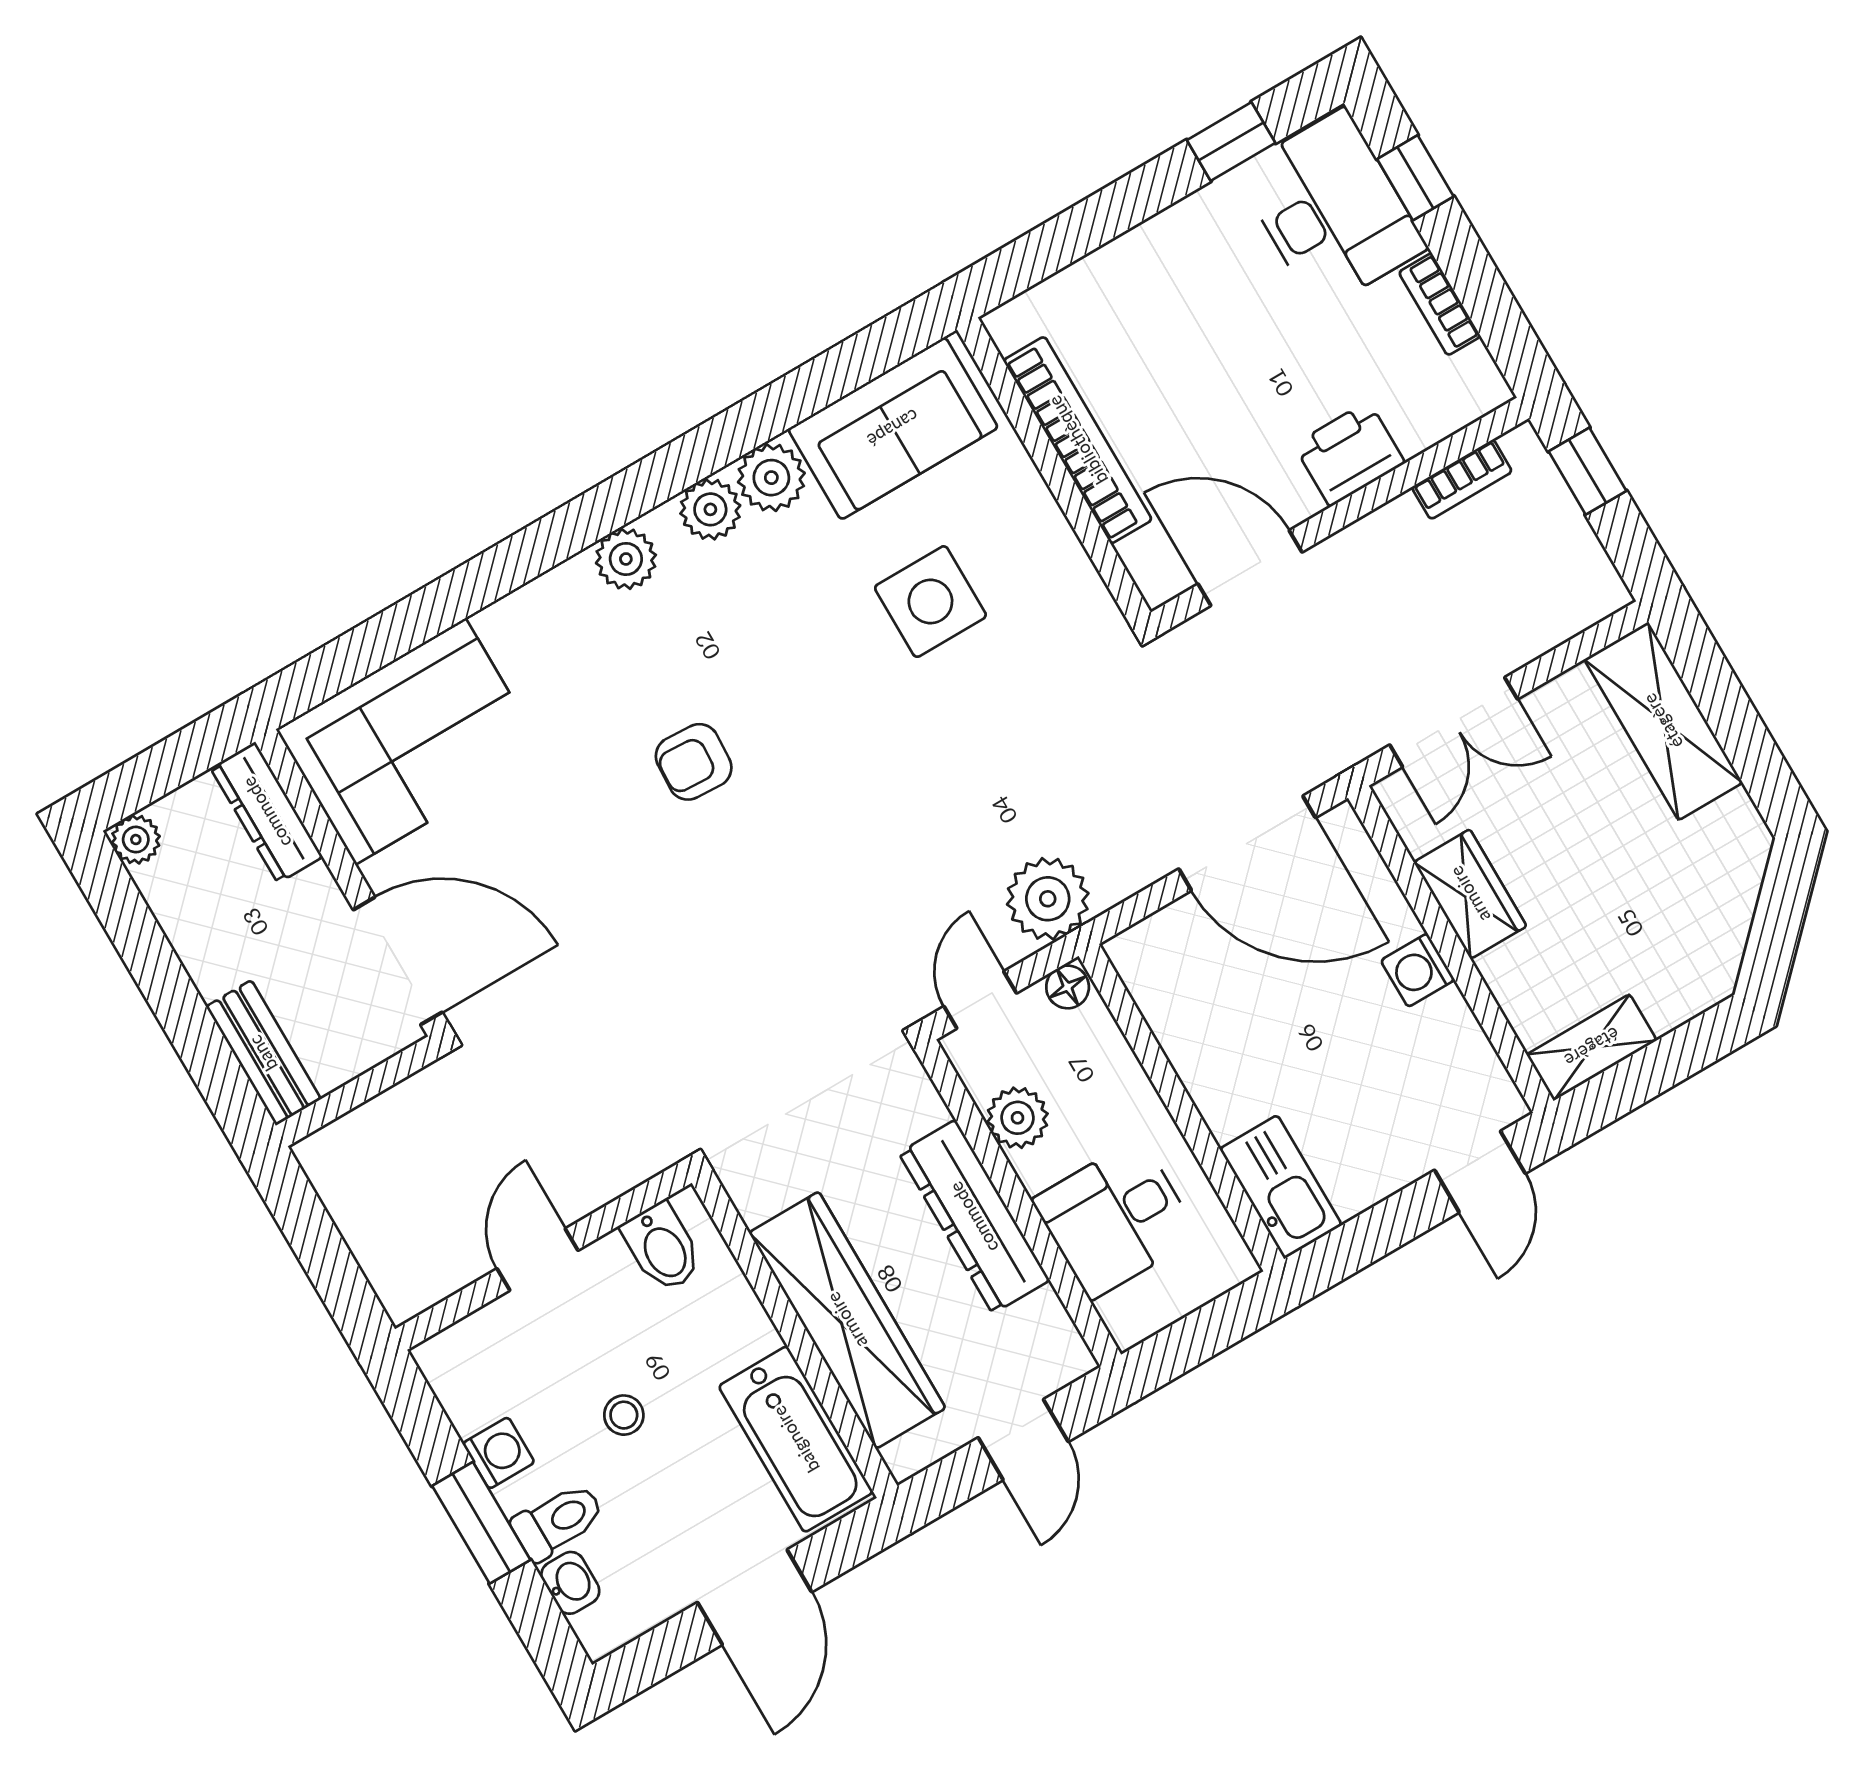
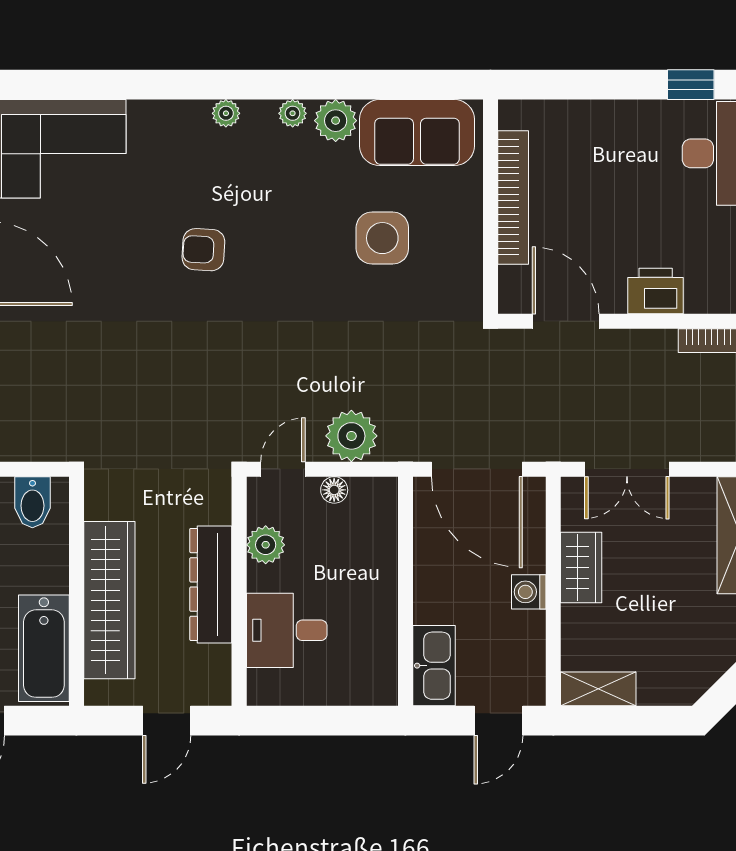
plant: (710, 509) -> (293, 113), width x0.73, depth x0.73
plant: (626, 559) -> (226, 113), width x0.73, depth x0.73
wall: (1181, 1108) -> (405, 591), moved
kitchen sink: (1281, 1187) -> (434, 666), moved

